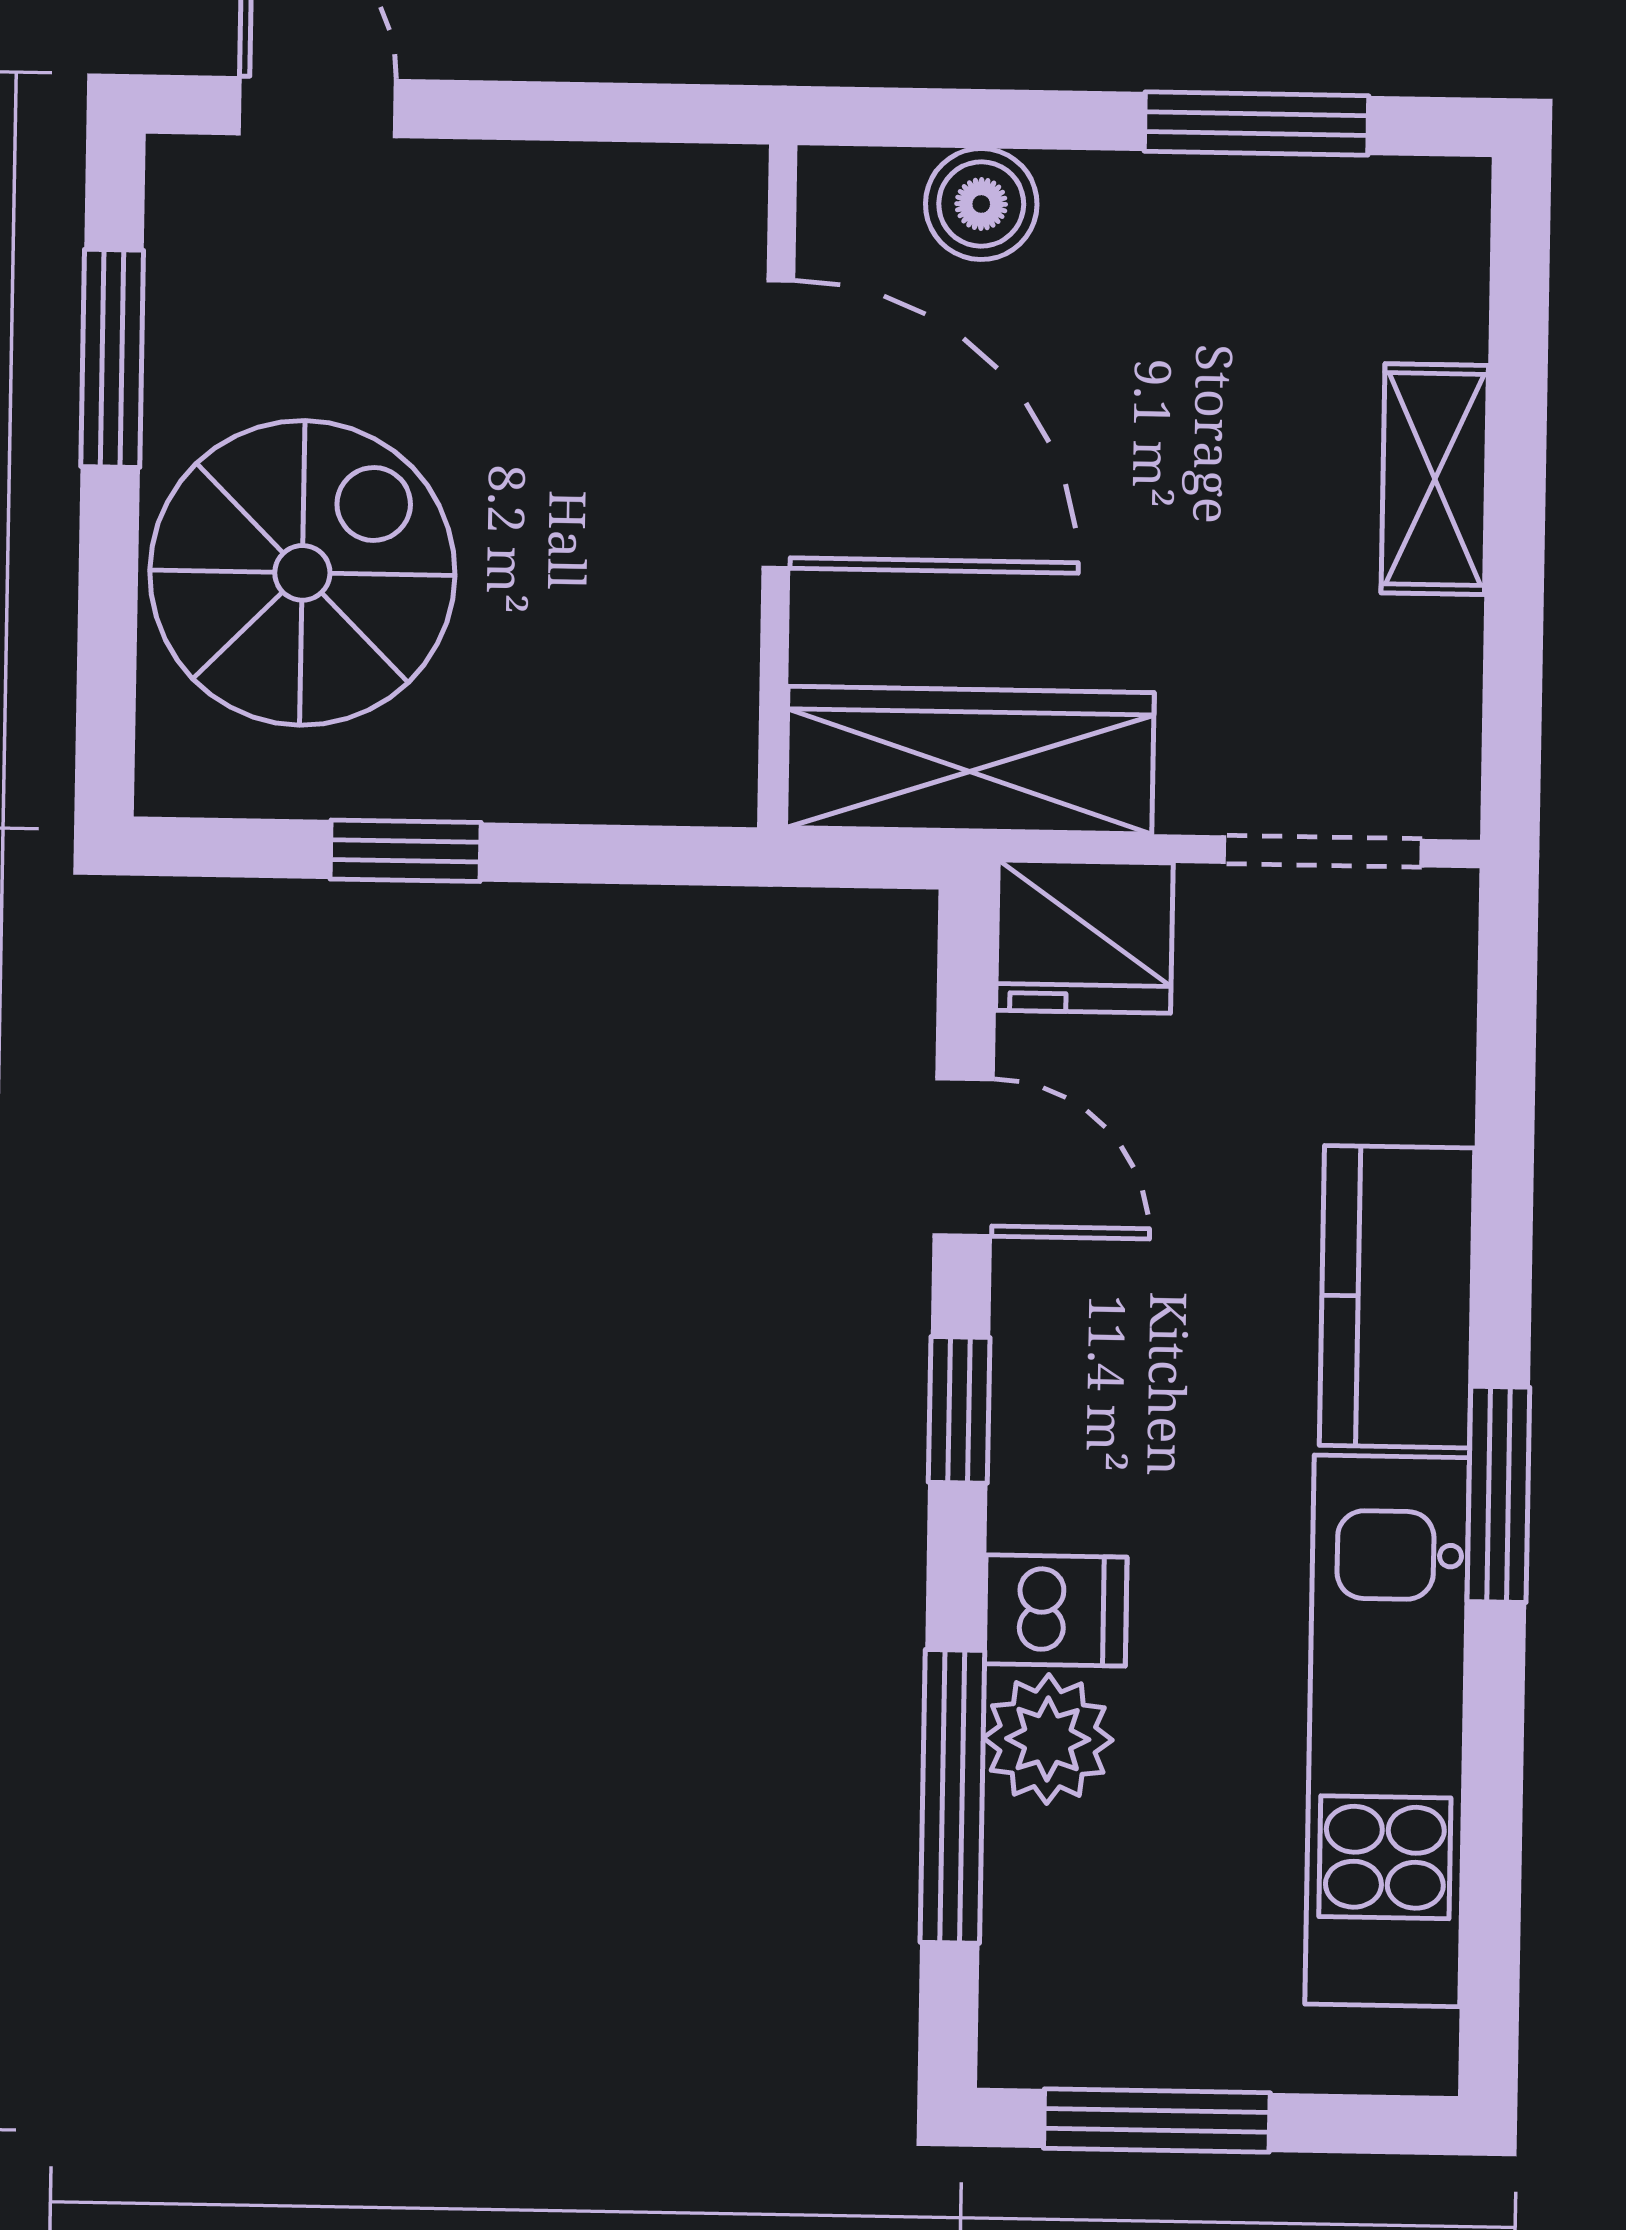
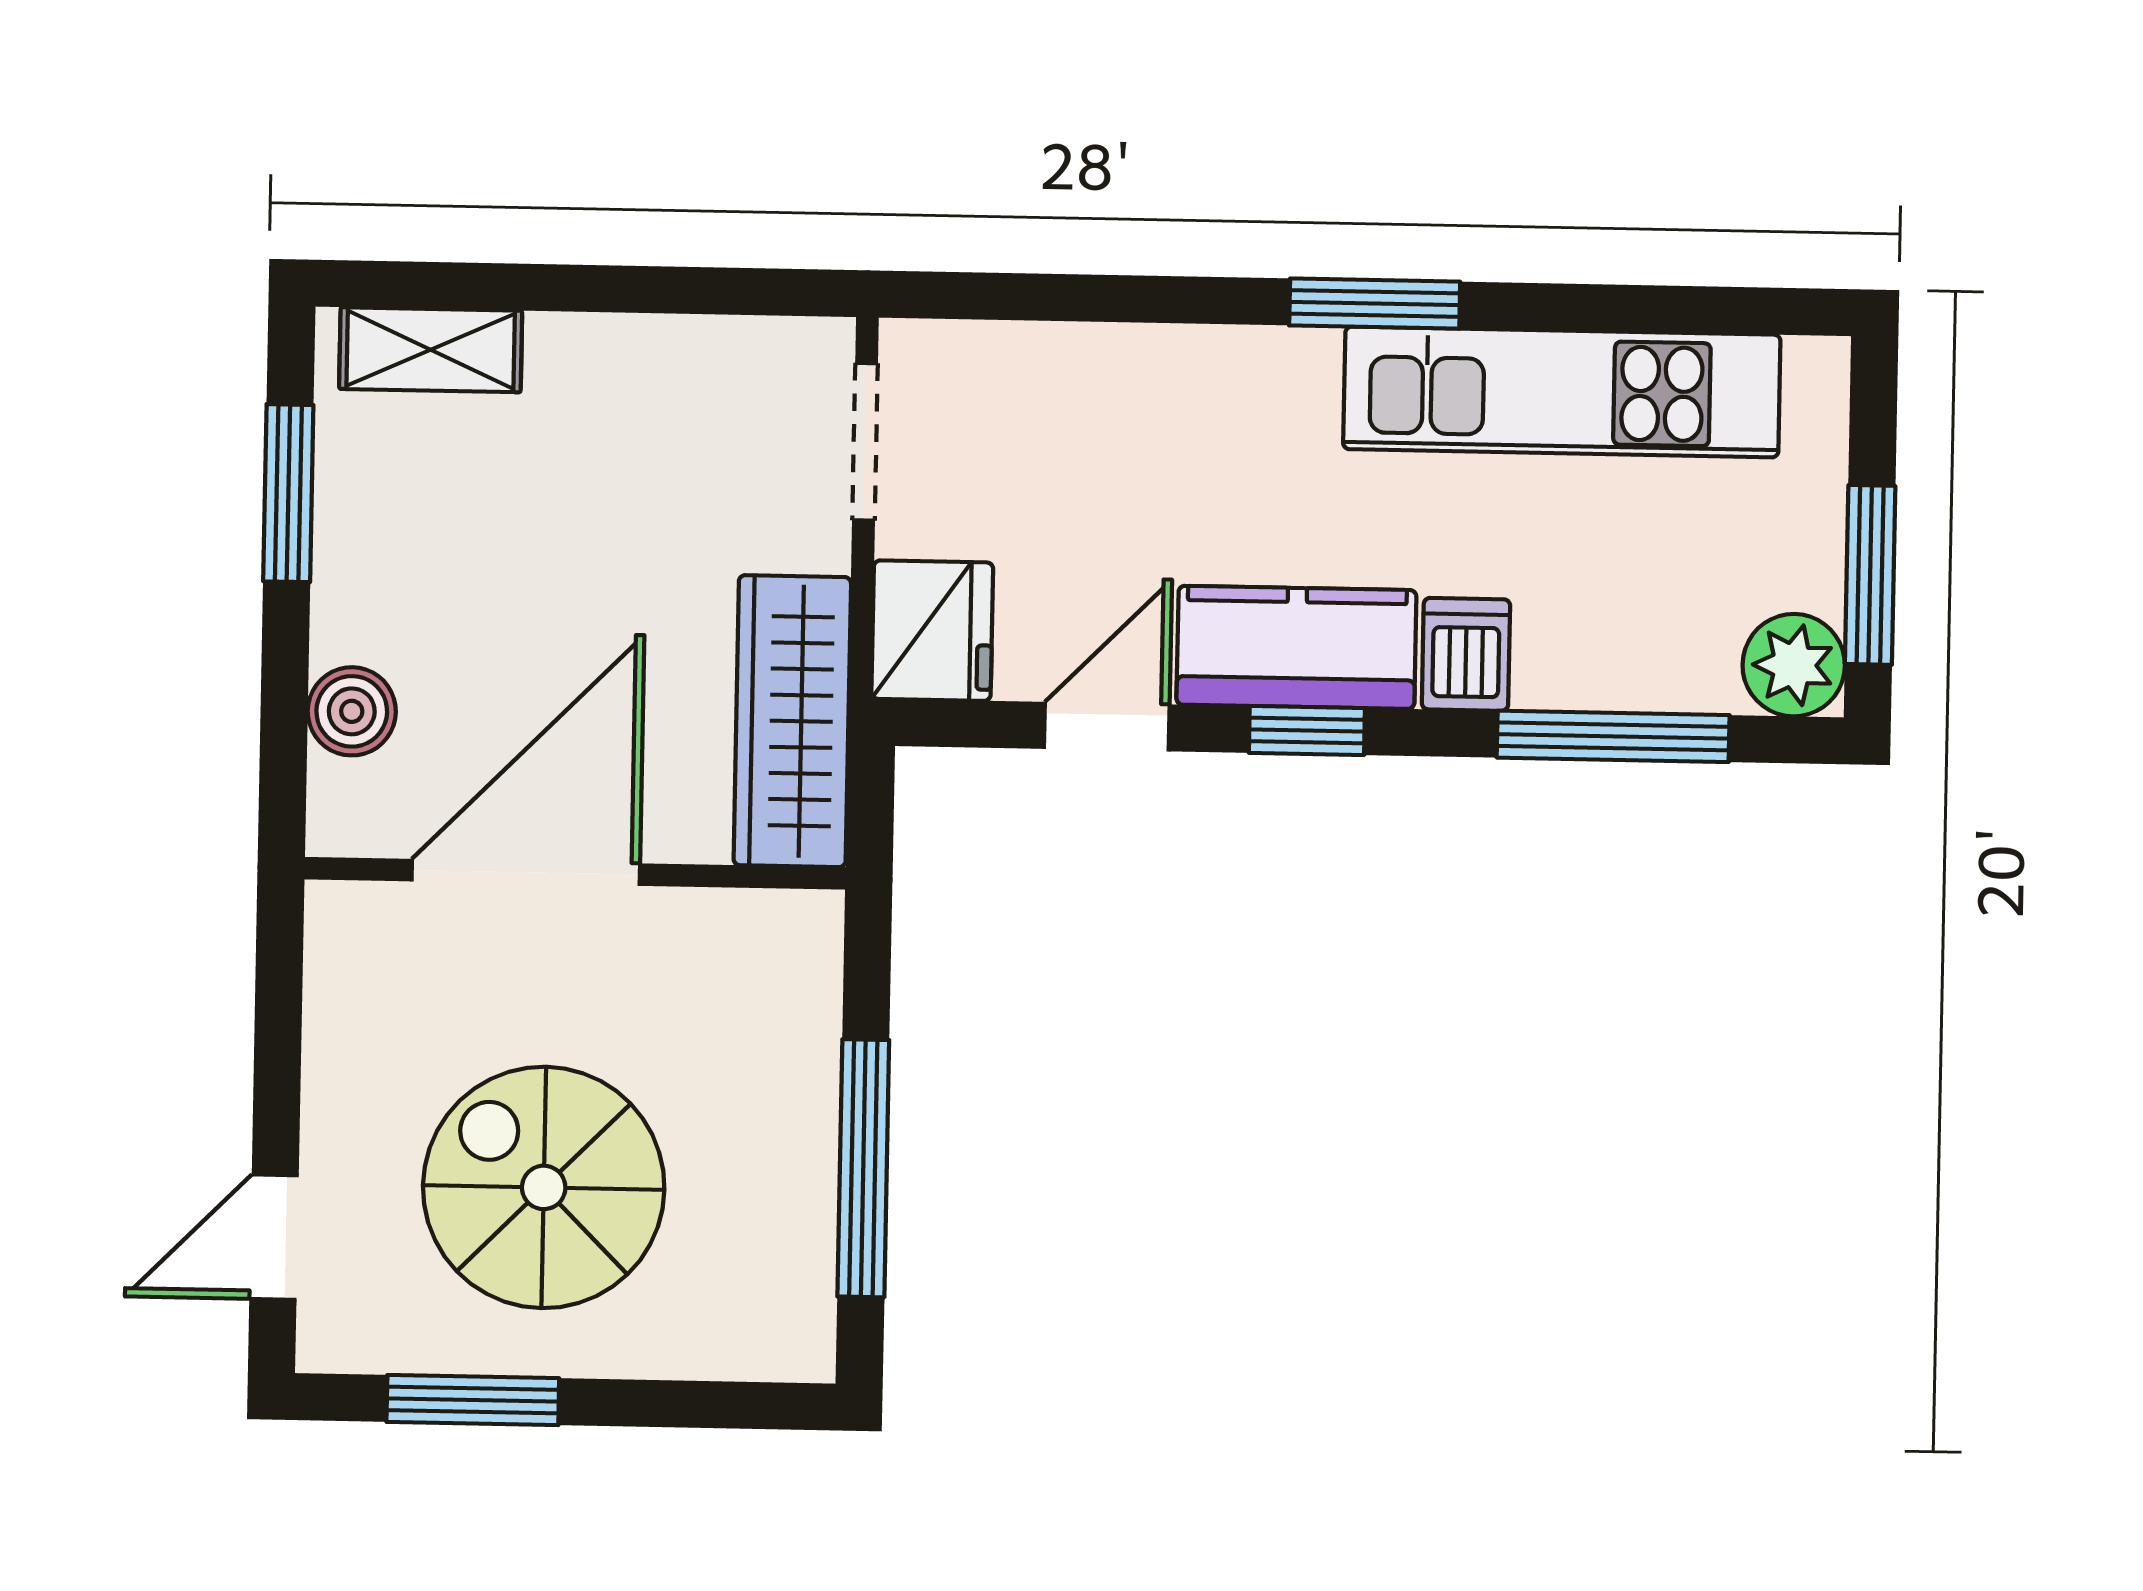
shelving: (1435, 479) -> (431, 350), moved
spiral stairs: (302, 573) -> (544, 1187), moved
window: (406, 851) -> (863, 1168), width x2.17
kitchen counter: (1397, 1297) -> (1296, 647), moved, turned 180
plant: (1048, 1739) -> (1794, 665), moved

